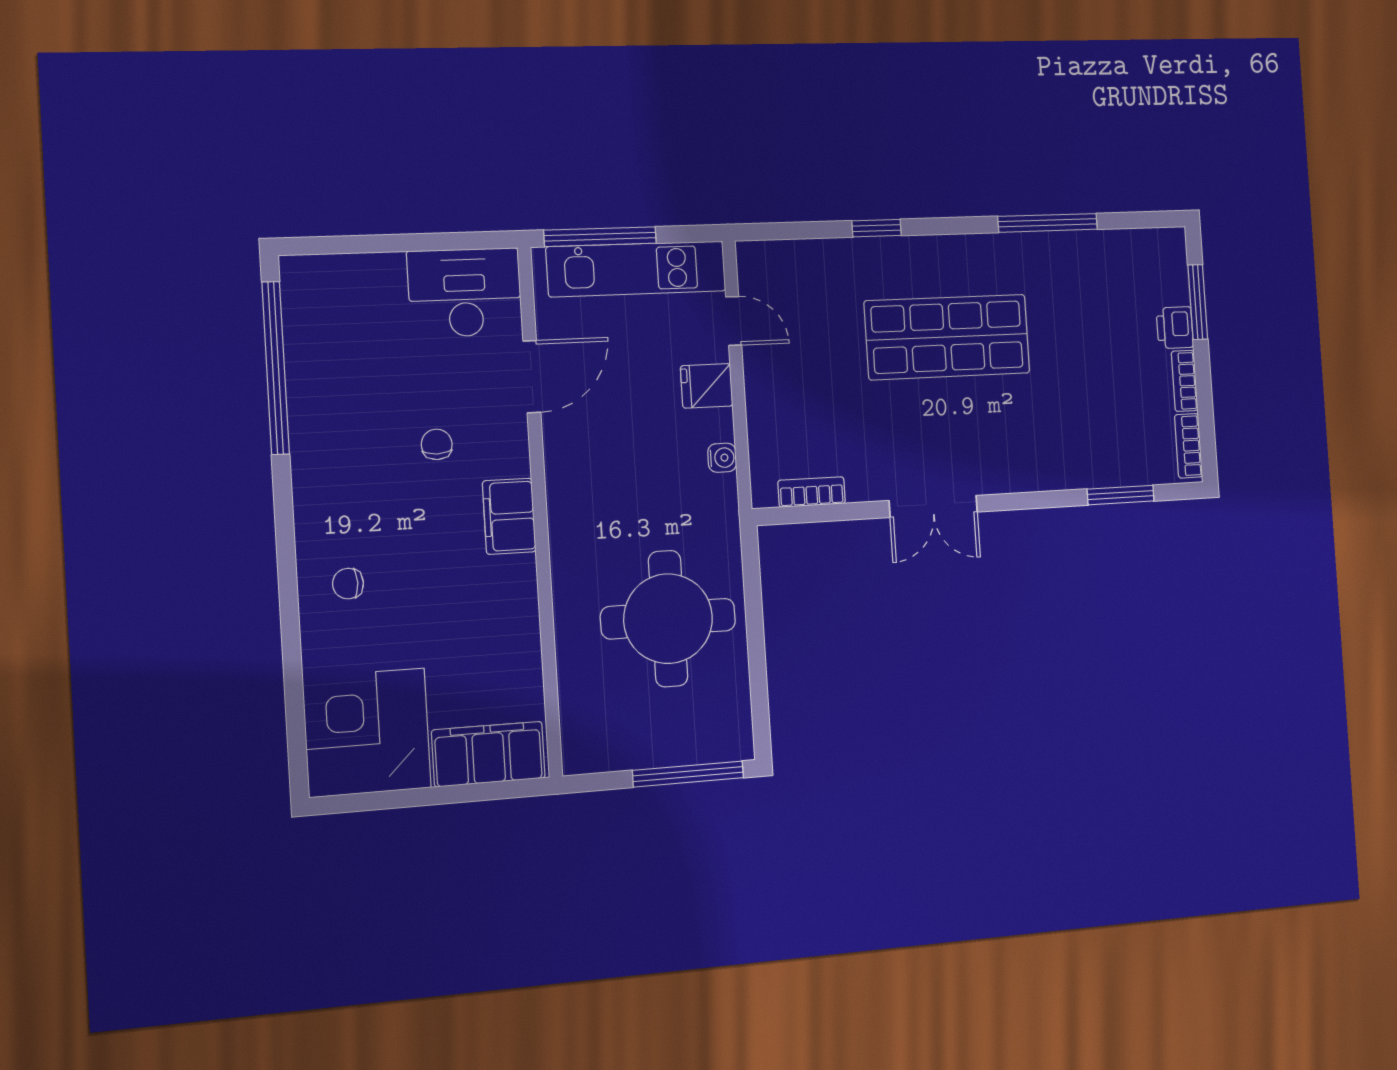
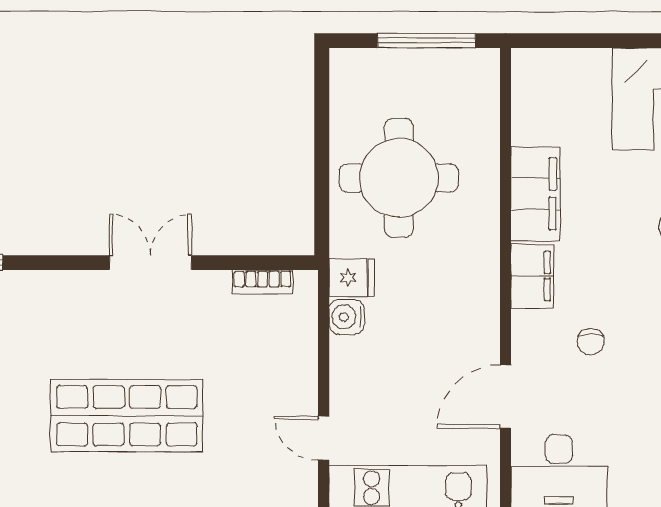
fridge: (707, 386) -> (352, 278), moved
water cooler: (722, 458) -> (346, 317), width x1.38, depth x1.38
filing cabinet: (488, 754) -> (535, 194), moved, turned -90
window: (688, 774) -> (427, 41), moved

